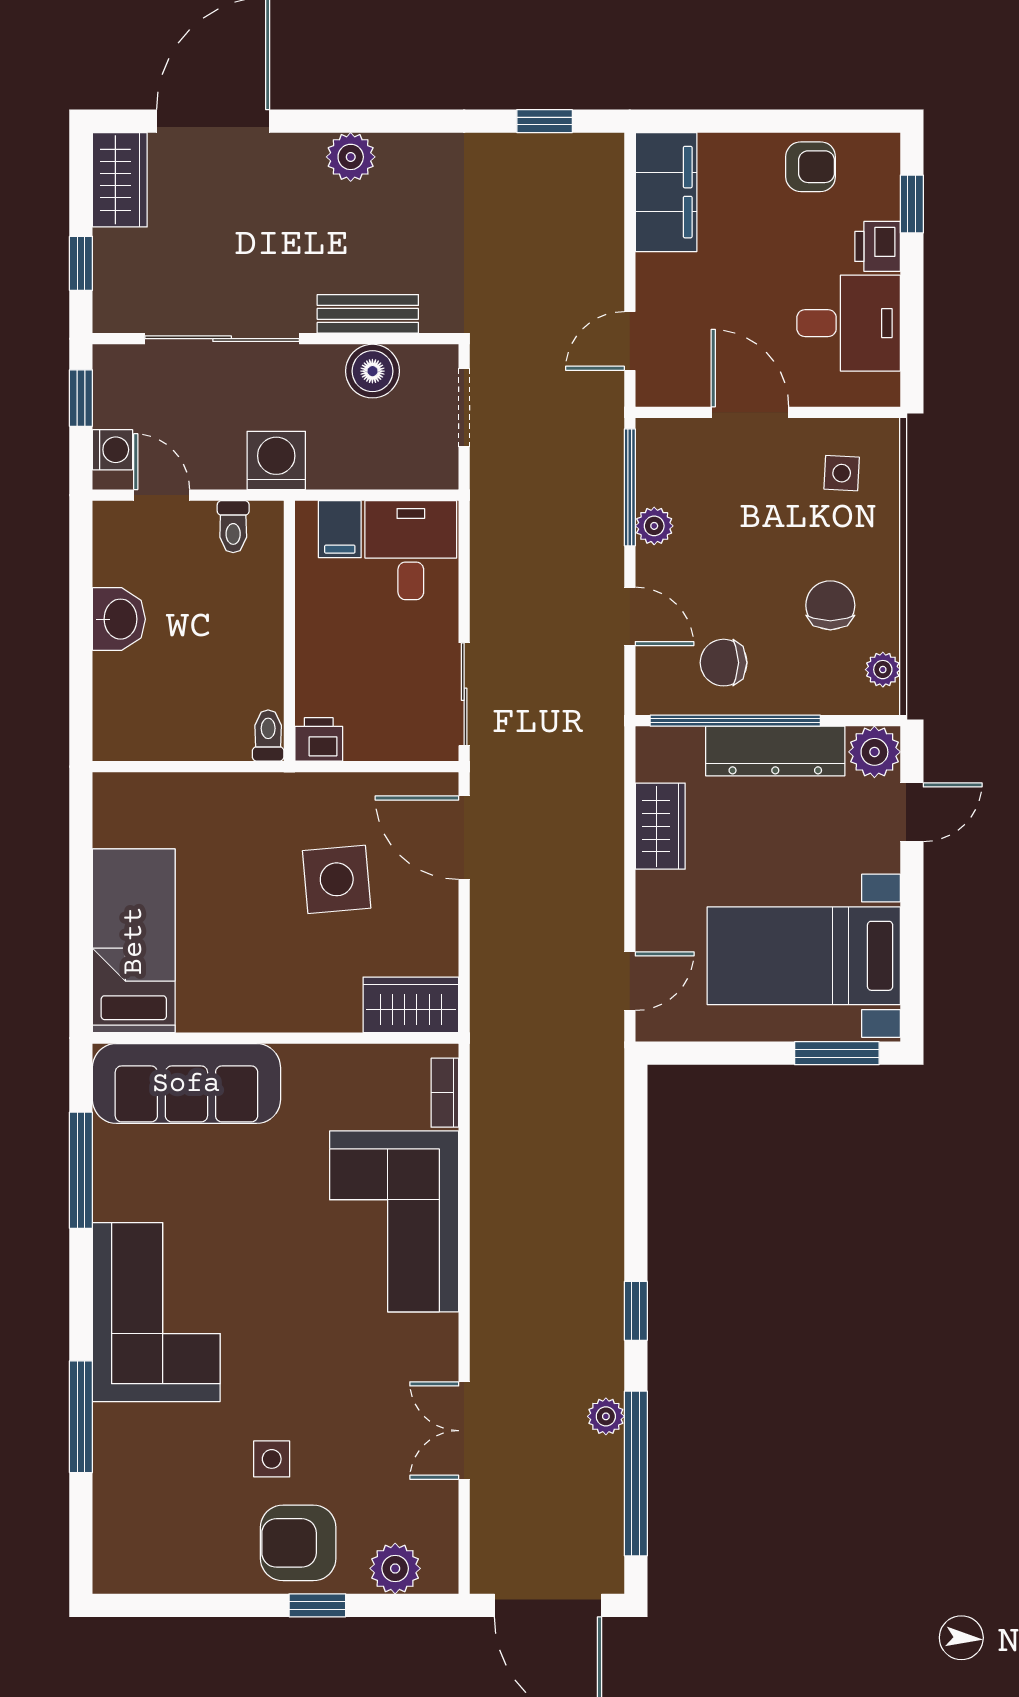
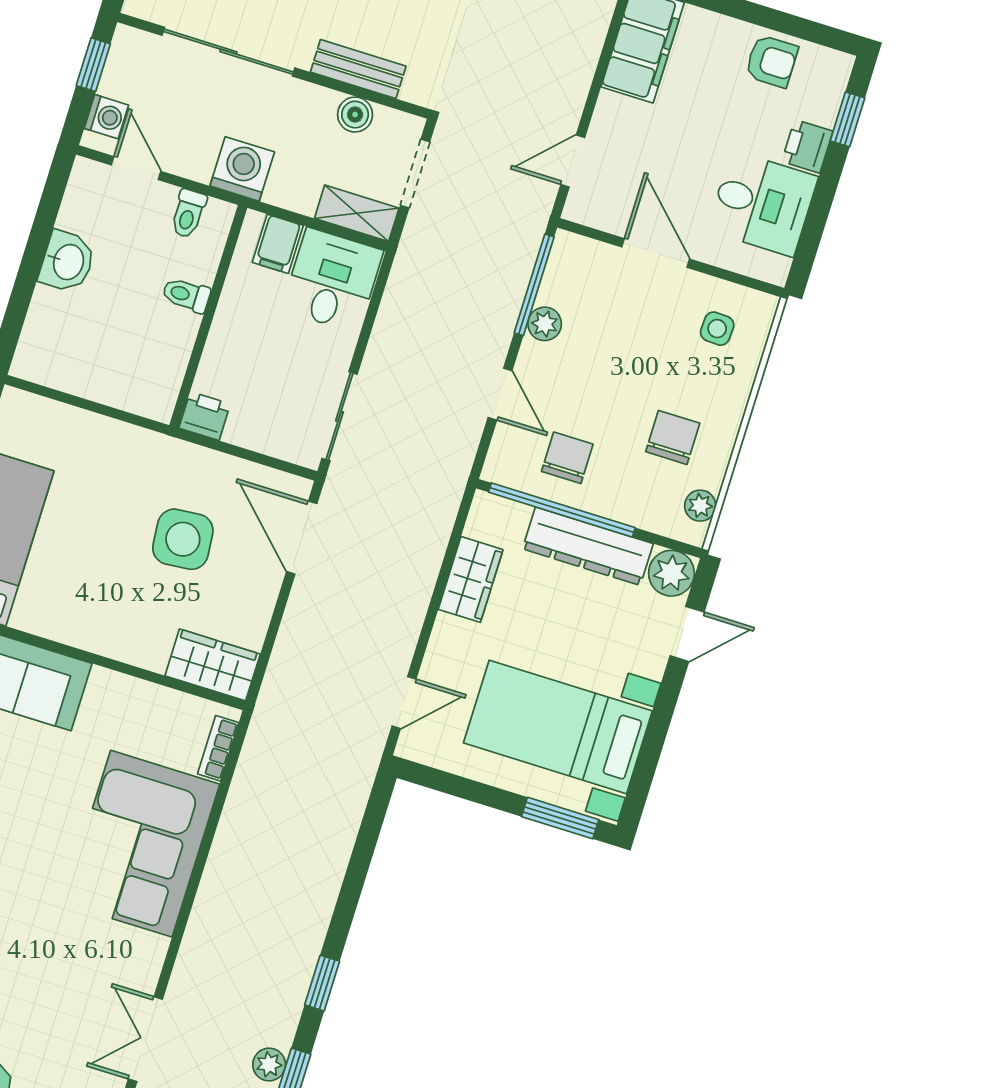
boiler: (372, 371) -> (355, 115), width x0.73, depth x0.73
shelving: (415, 470) -> (357, 213), added
chair: (724, 663) -> (567, 458), turned 90
toilet: (268, 736) -> (186, 295), moved, turned -90

